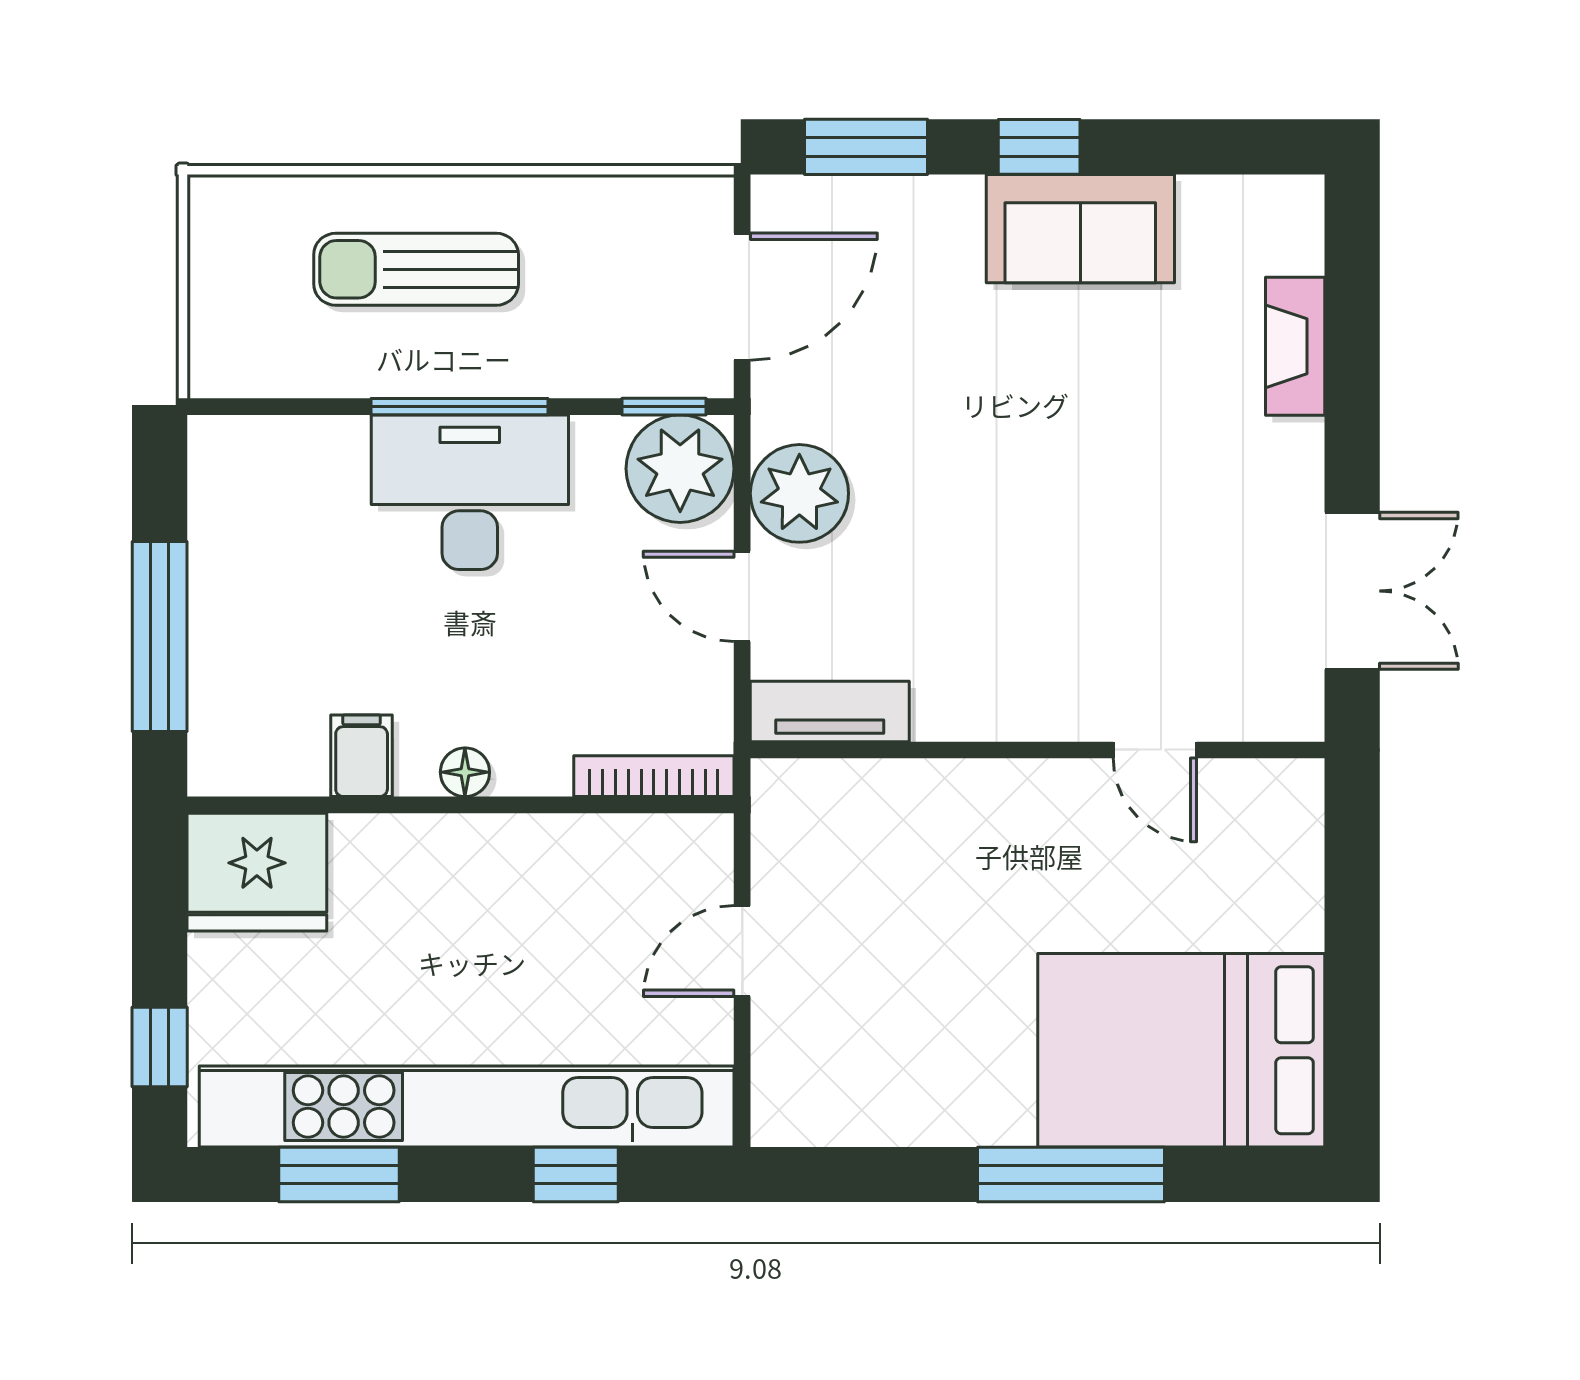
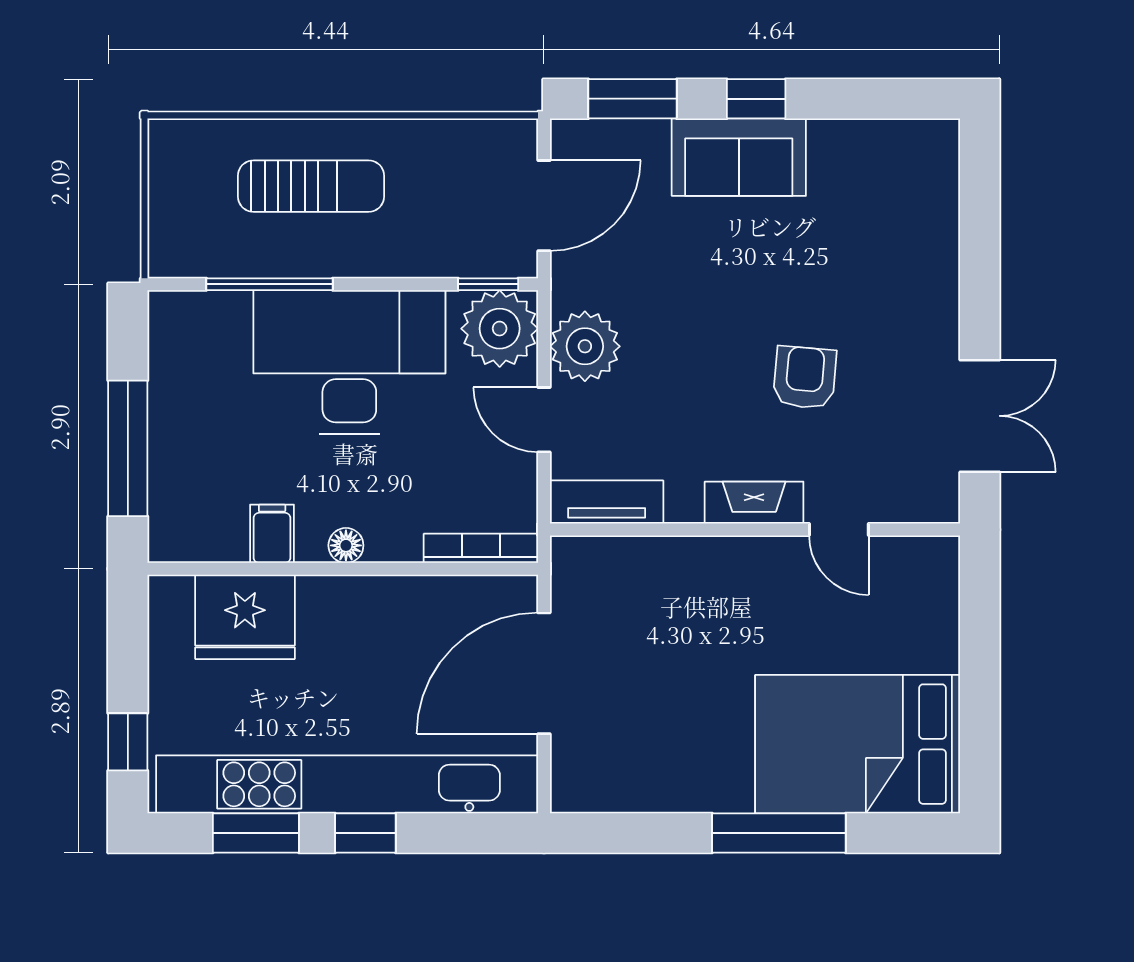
sofa: (1080, 229) -> (739, 157), moved
sun lounger: (416, 269) -> (311, 186), turned 180
fireplace: (1295, 346) -> (754, 503), moved, turned 90
window: (460, 407) -> (269, 284), moved
desk: (470, 492) -> (349, 362), width x1.36, depth x1.30
armchair: (1107, 537) -> (805, 378), added
fridge: (257, 872) -> (245, 617), moved
door: (742, 951) -> (544, 673), width x1.88
window: (576, 1175) -> (365, 833), moved

